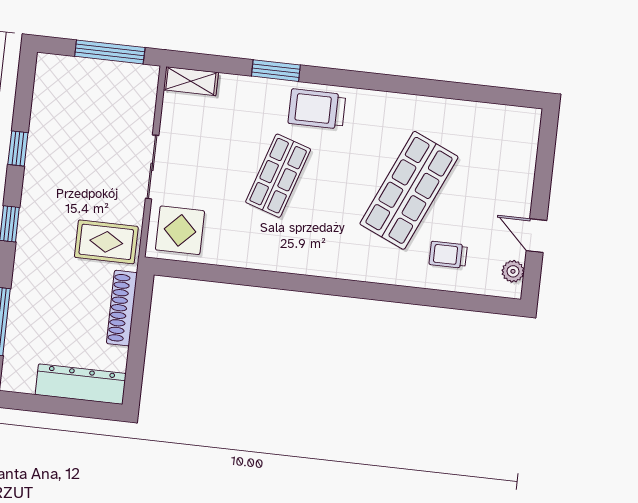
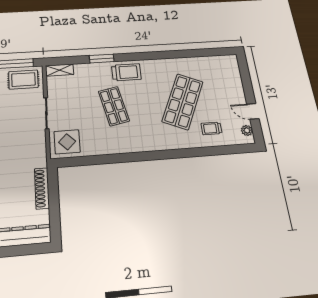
trolley: (317, 109) -> (126, 72), turned 180
shop shelf: (278, 176) -> (114, 106), turned -30
rug: (106, 242) -> (23, 79), moved

